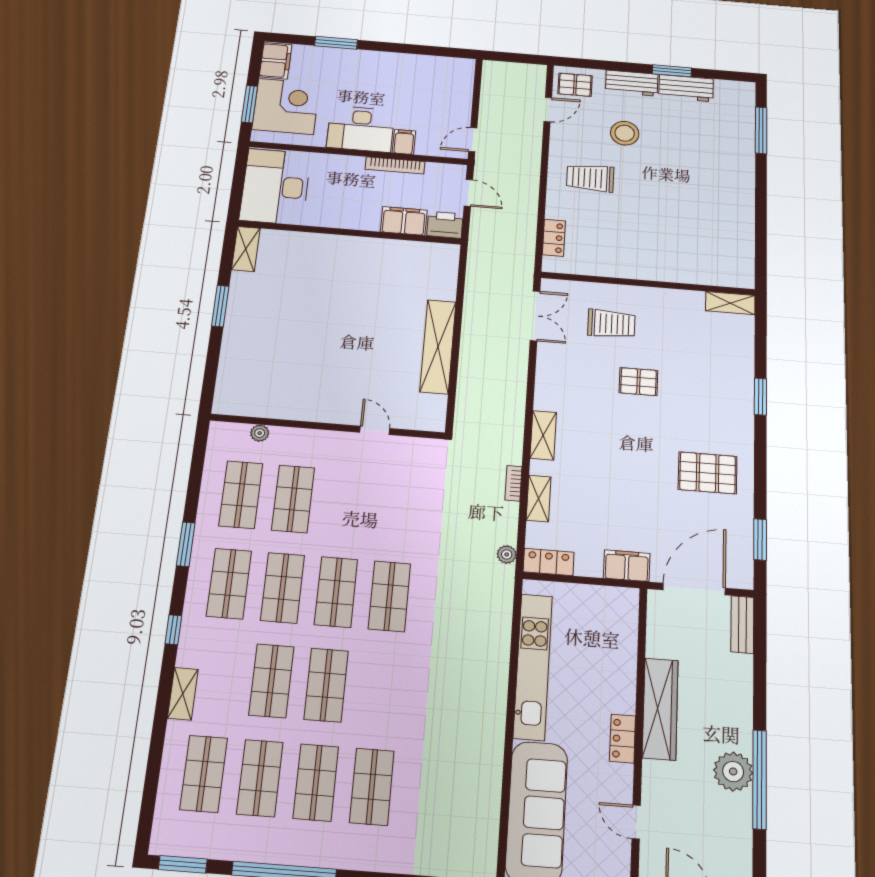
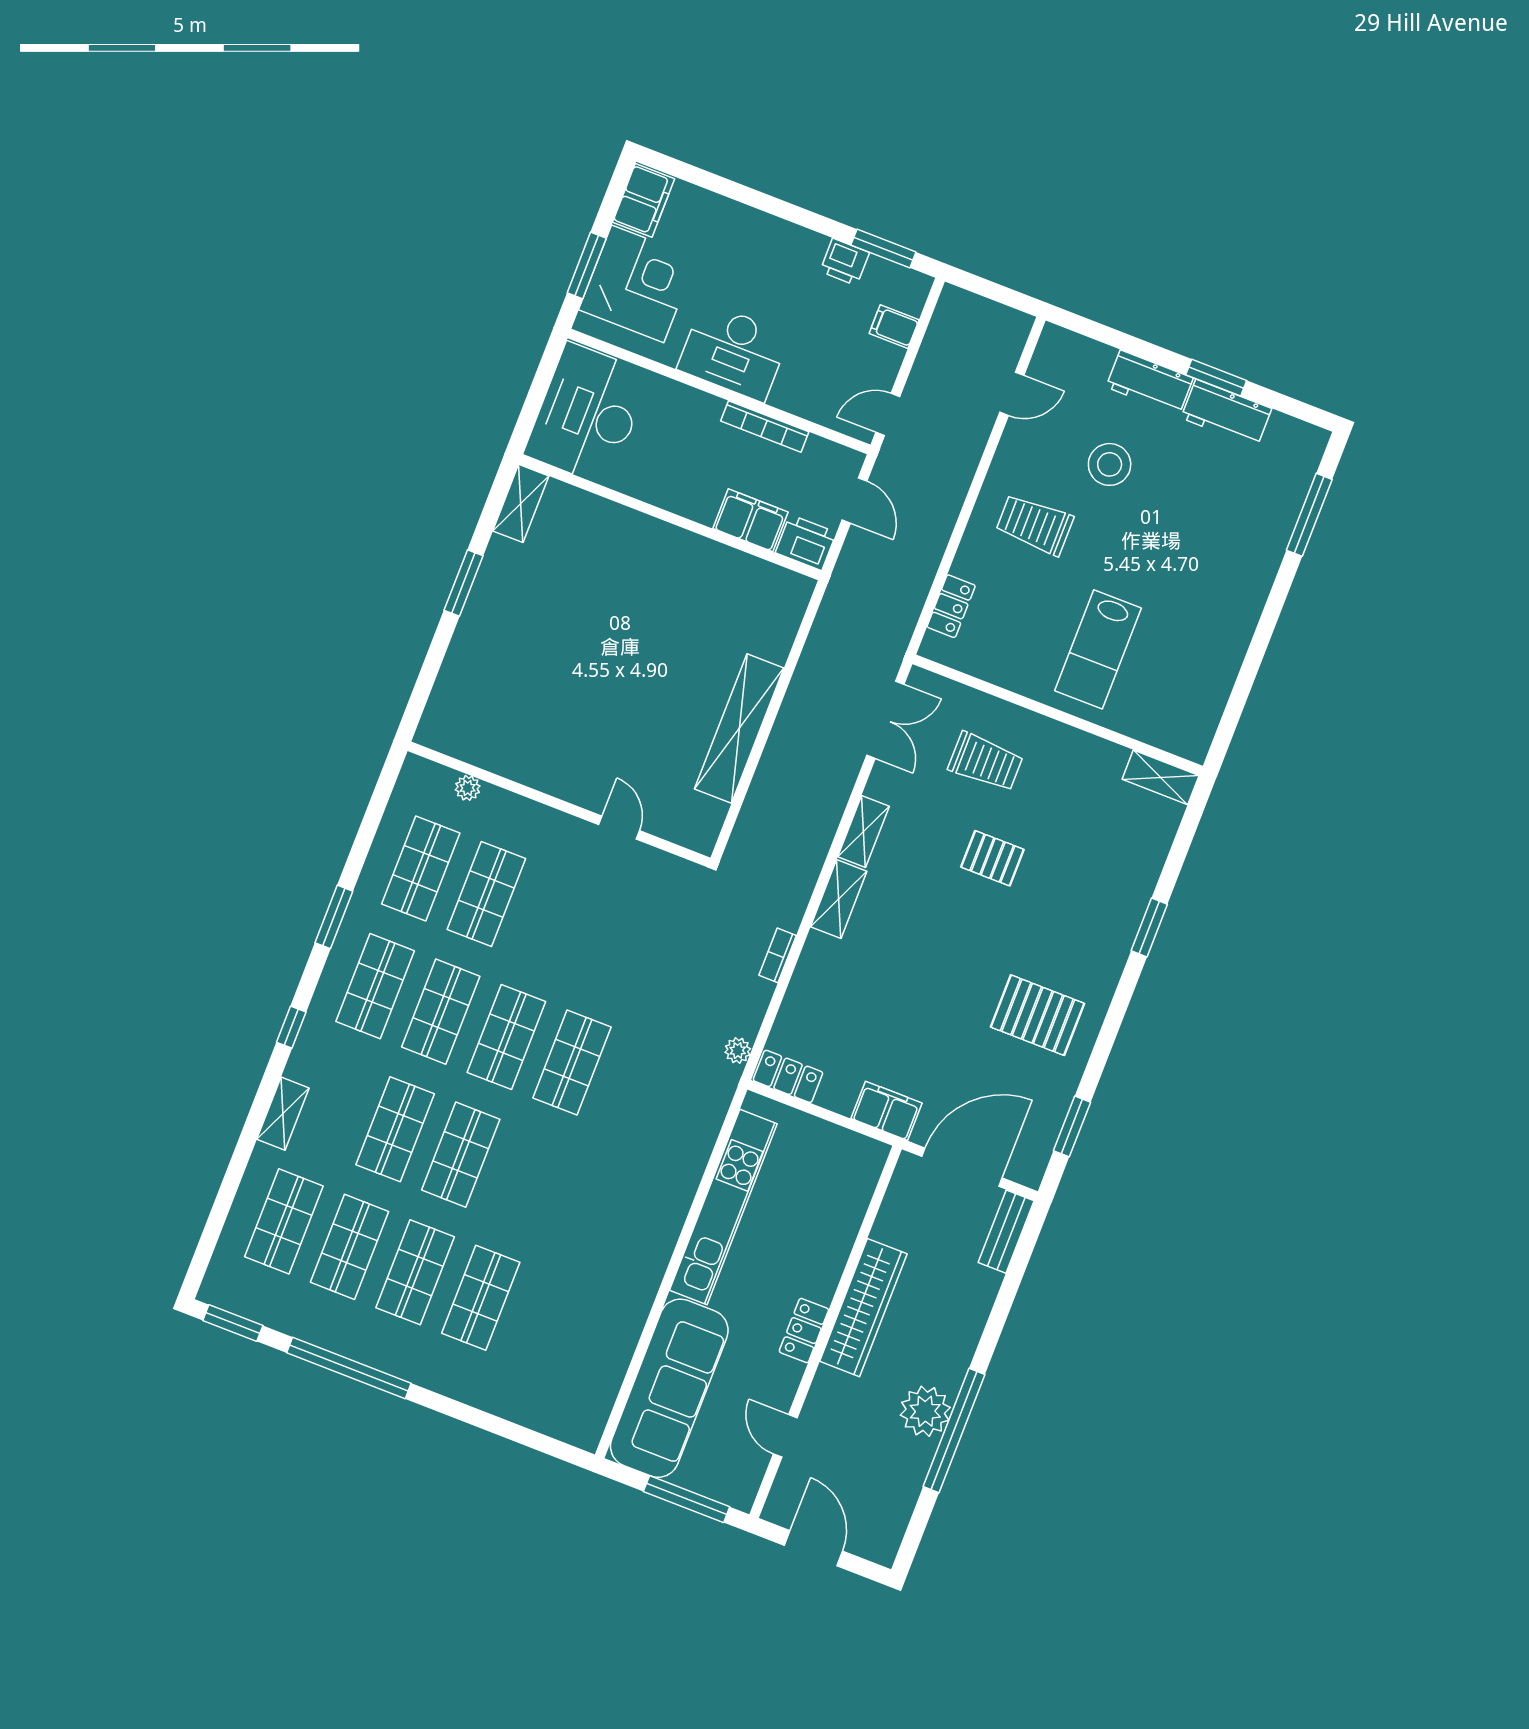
window: (336, 43) -> (883, 249), moved
printer: (416, 64) -> (845, 262), added
pallet: (575, 85) -> (1066, 362), removed
filing cabinet: (404, 142) -> (894, 327), moved, turned -90
lab bench: (659, 239) -> (1098, 649), added
shelving: (539, 498) -> (863, 831), moved

